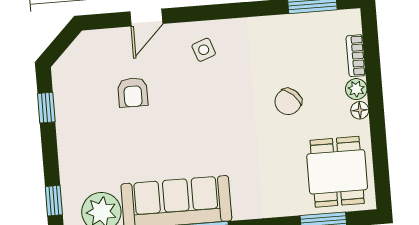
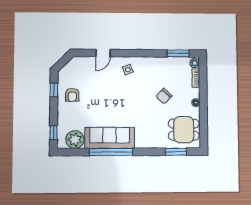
plant: (356, 89) -> (195, 63), moved
armchair: (133, 92) -> (72, 95), moved
dining table: (337, 172) -> (184, 130), turned 90

